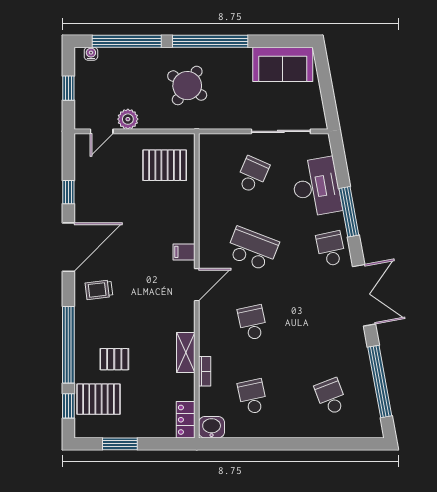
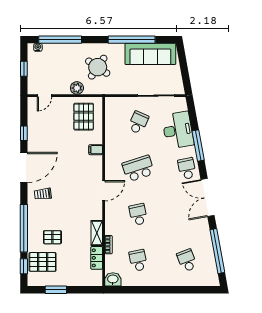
window: (210, 41) -> (132, 40), moved
sofa: (283, 64) -> (150, 54), width x1.36
plant: (128, 119) -> (77, 88), moved
pallet: (165, 165) -> (84, 117), turned 90
school desk: (252, 249) -> (138, 169), turned -39
filing cabinet: (184, 252) -> (96, 150), moved
double door: (364, 295) -> (208, 197), swing flipped
locker: (186, 420) -> (97, 258), moved

